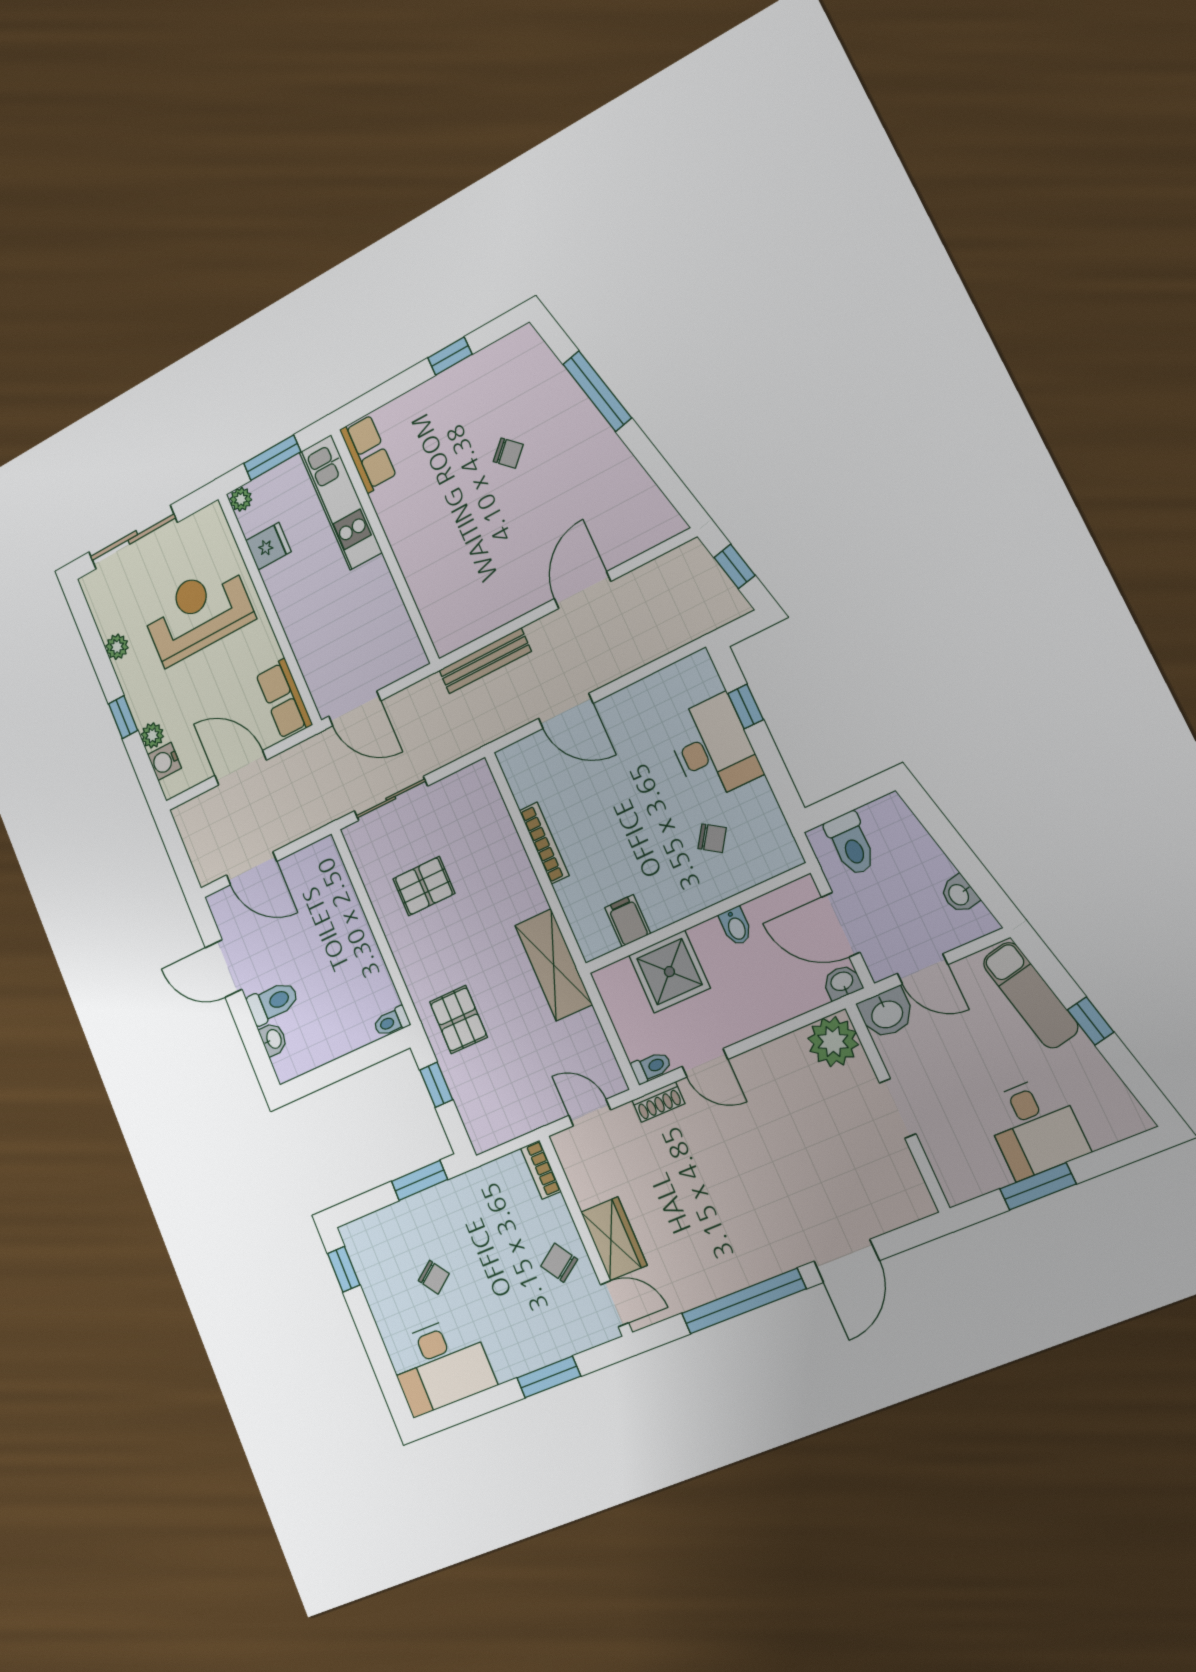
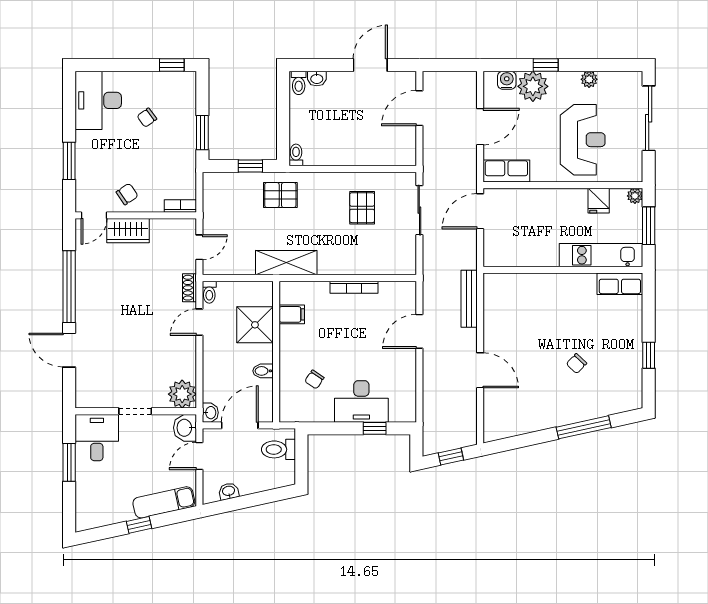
plant: (152, 735) -> (533, 86), width x1.87, depth x1.87
toilet: (273, 1002) -> (299, 83), moved, width x0.73, depth x0.72
desk: (1035, 1127) -> (97, 438), moved, turned 90

